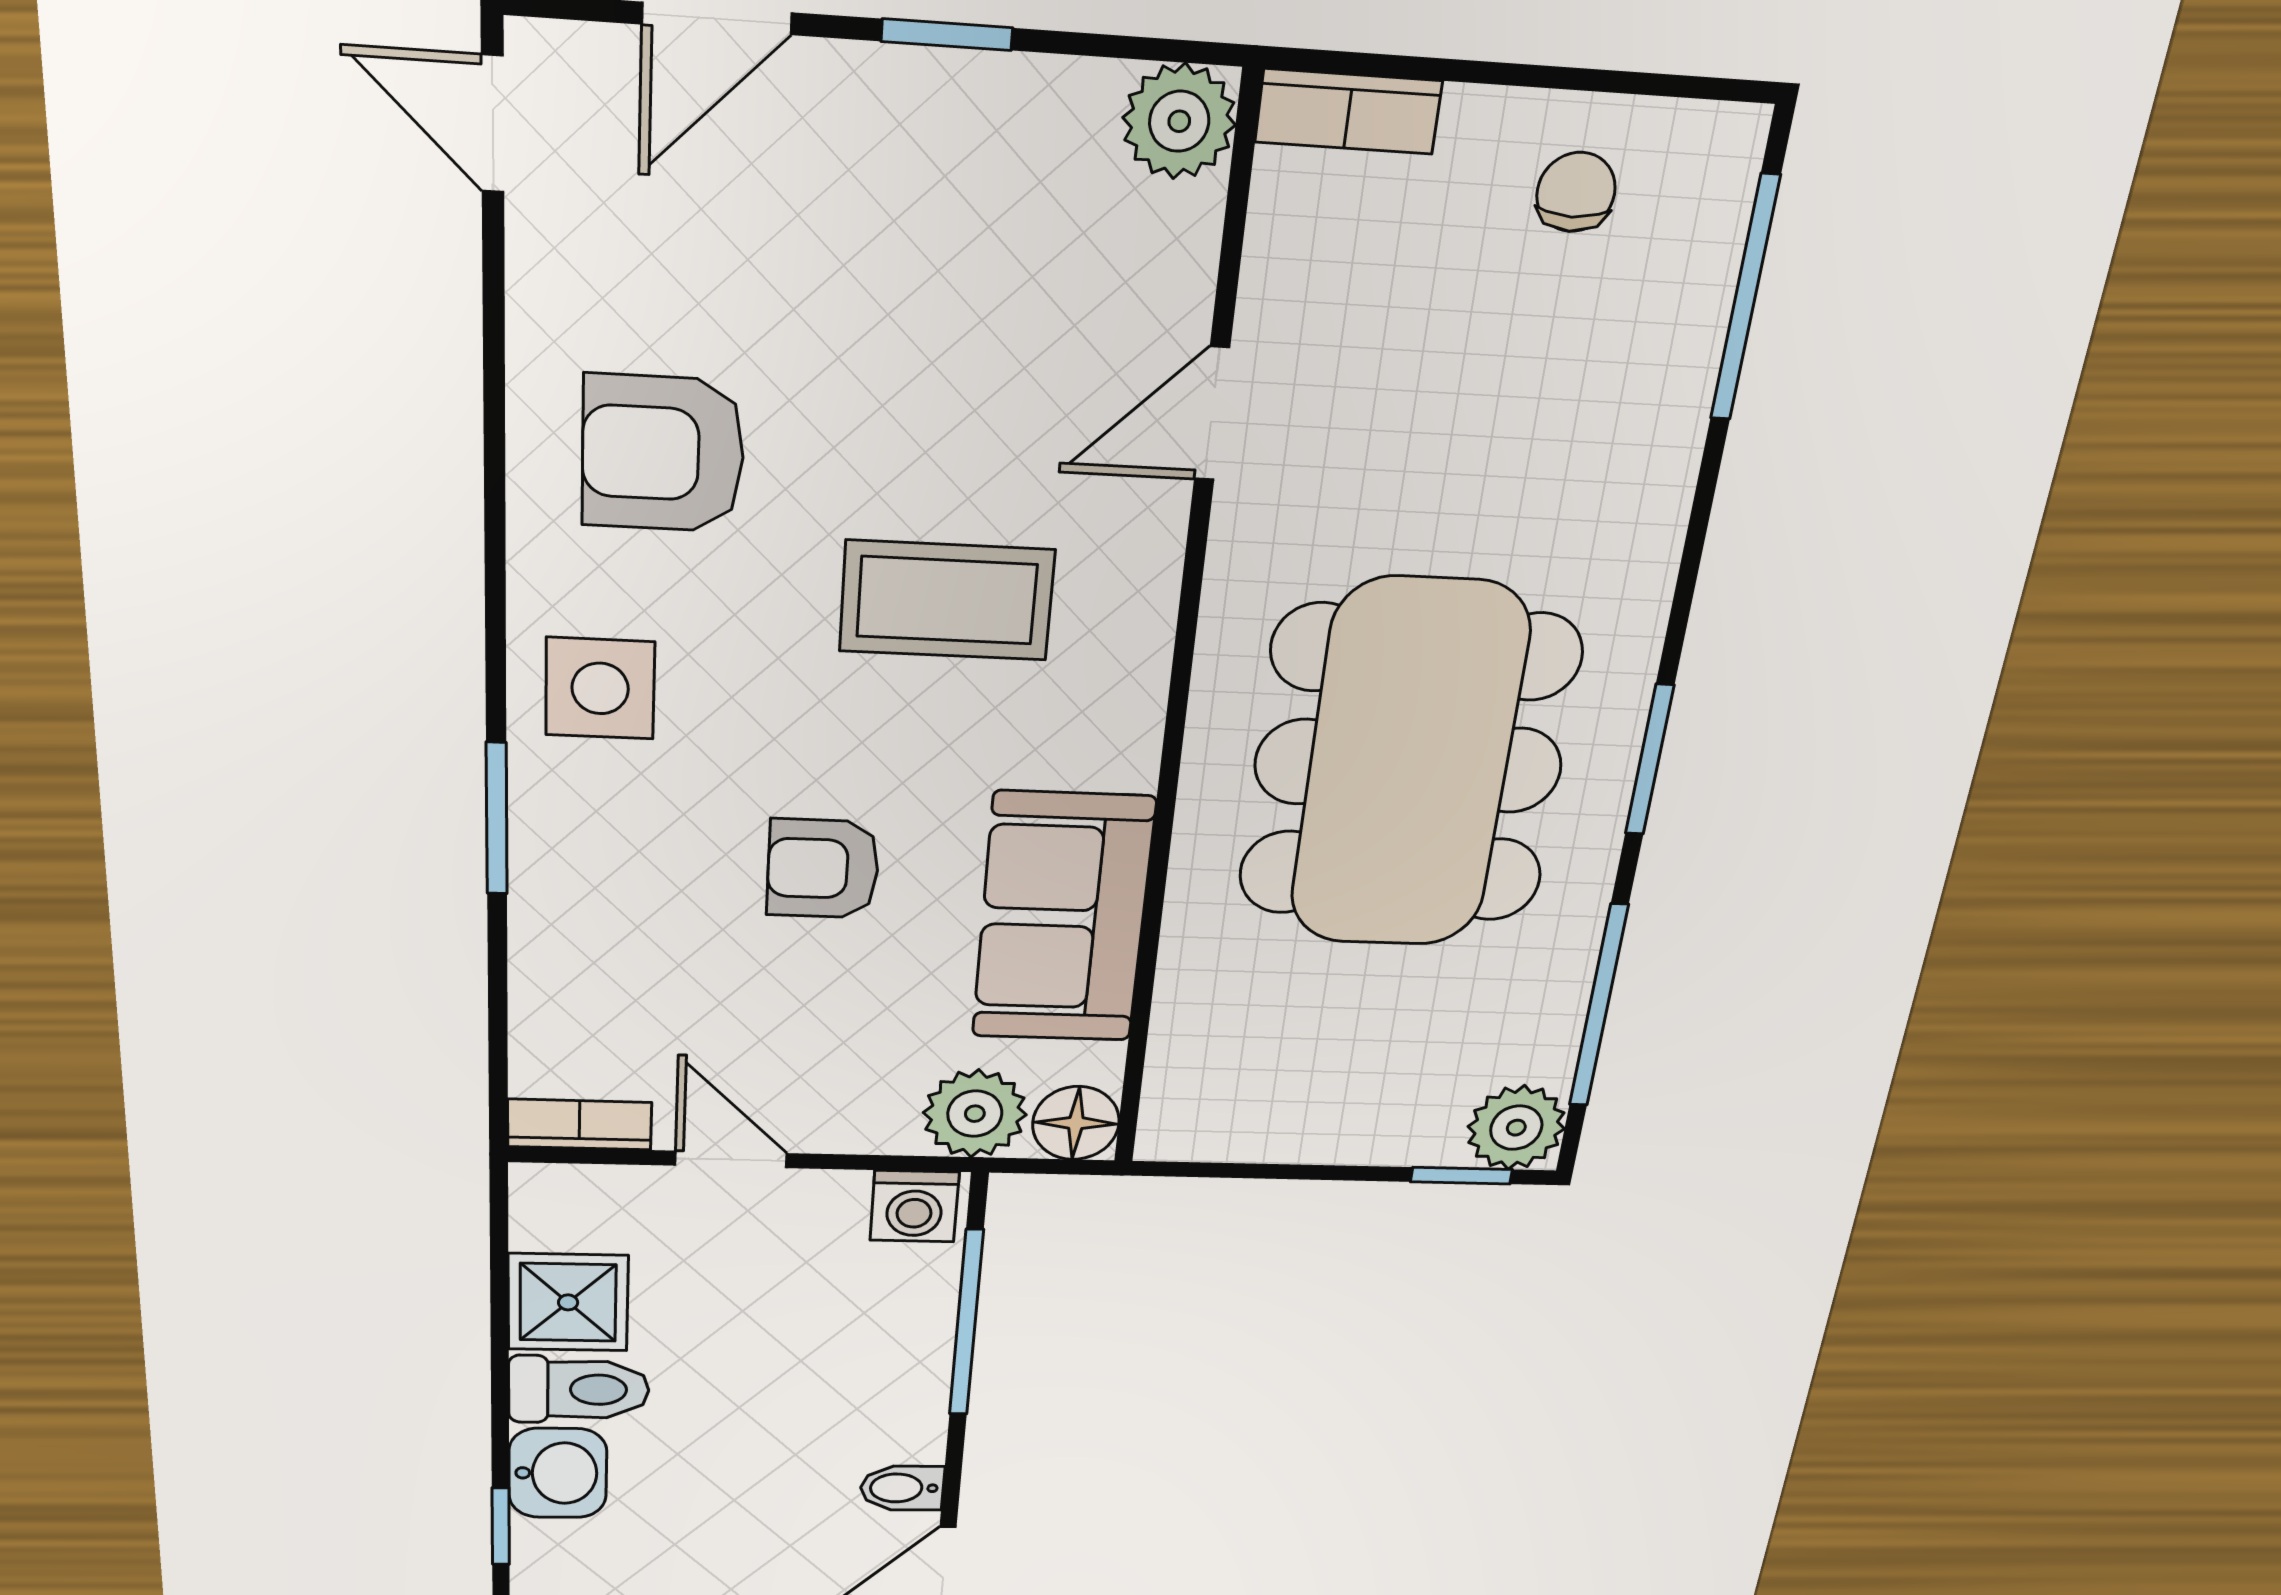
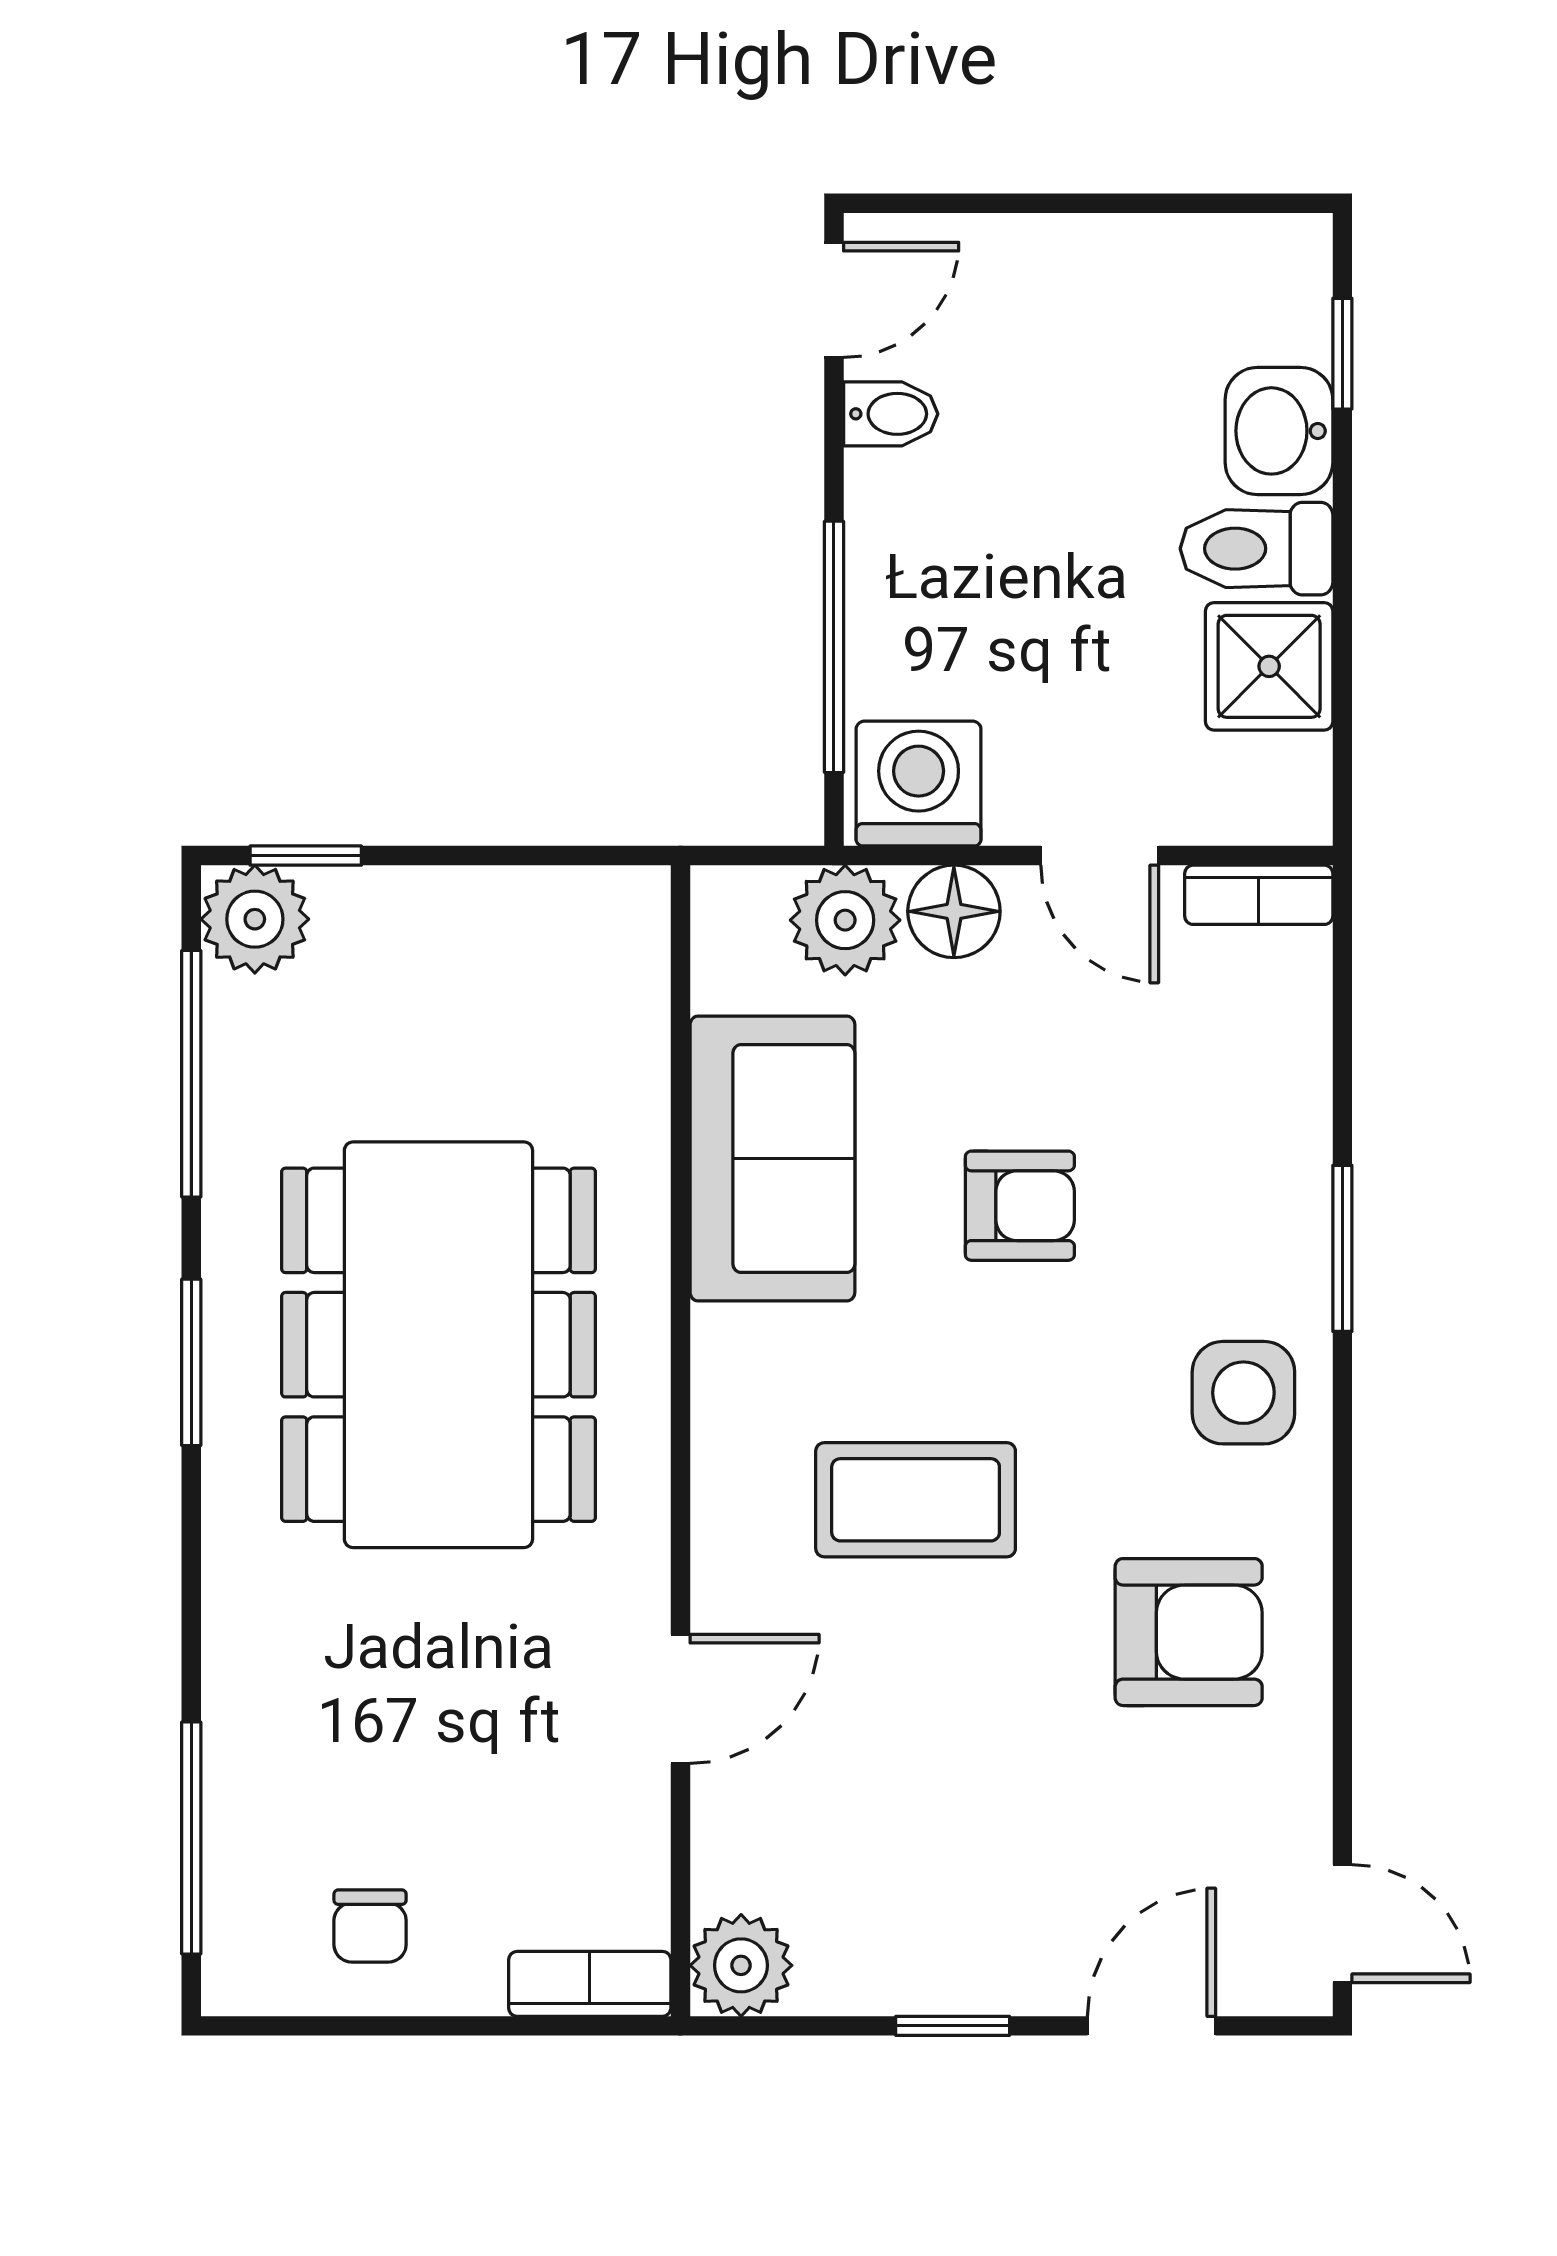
floor lamp: (1076, 1123) -> (954, 911), moved
washing machine: (915, 1206) -> (919, 784), width x1.38, depth x1.38

